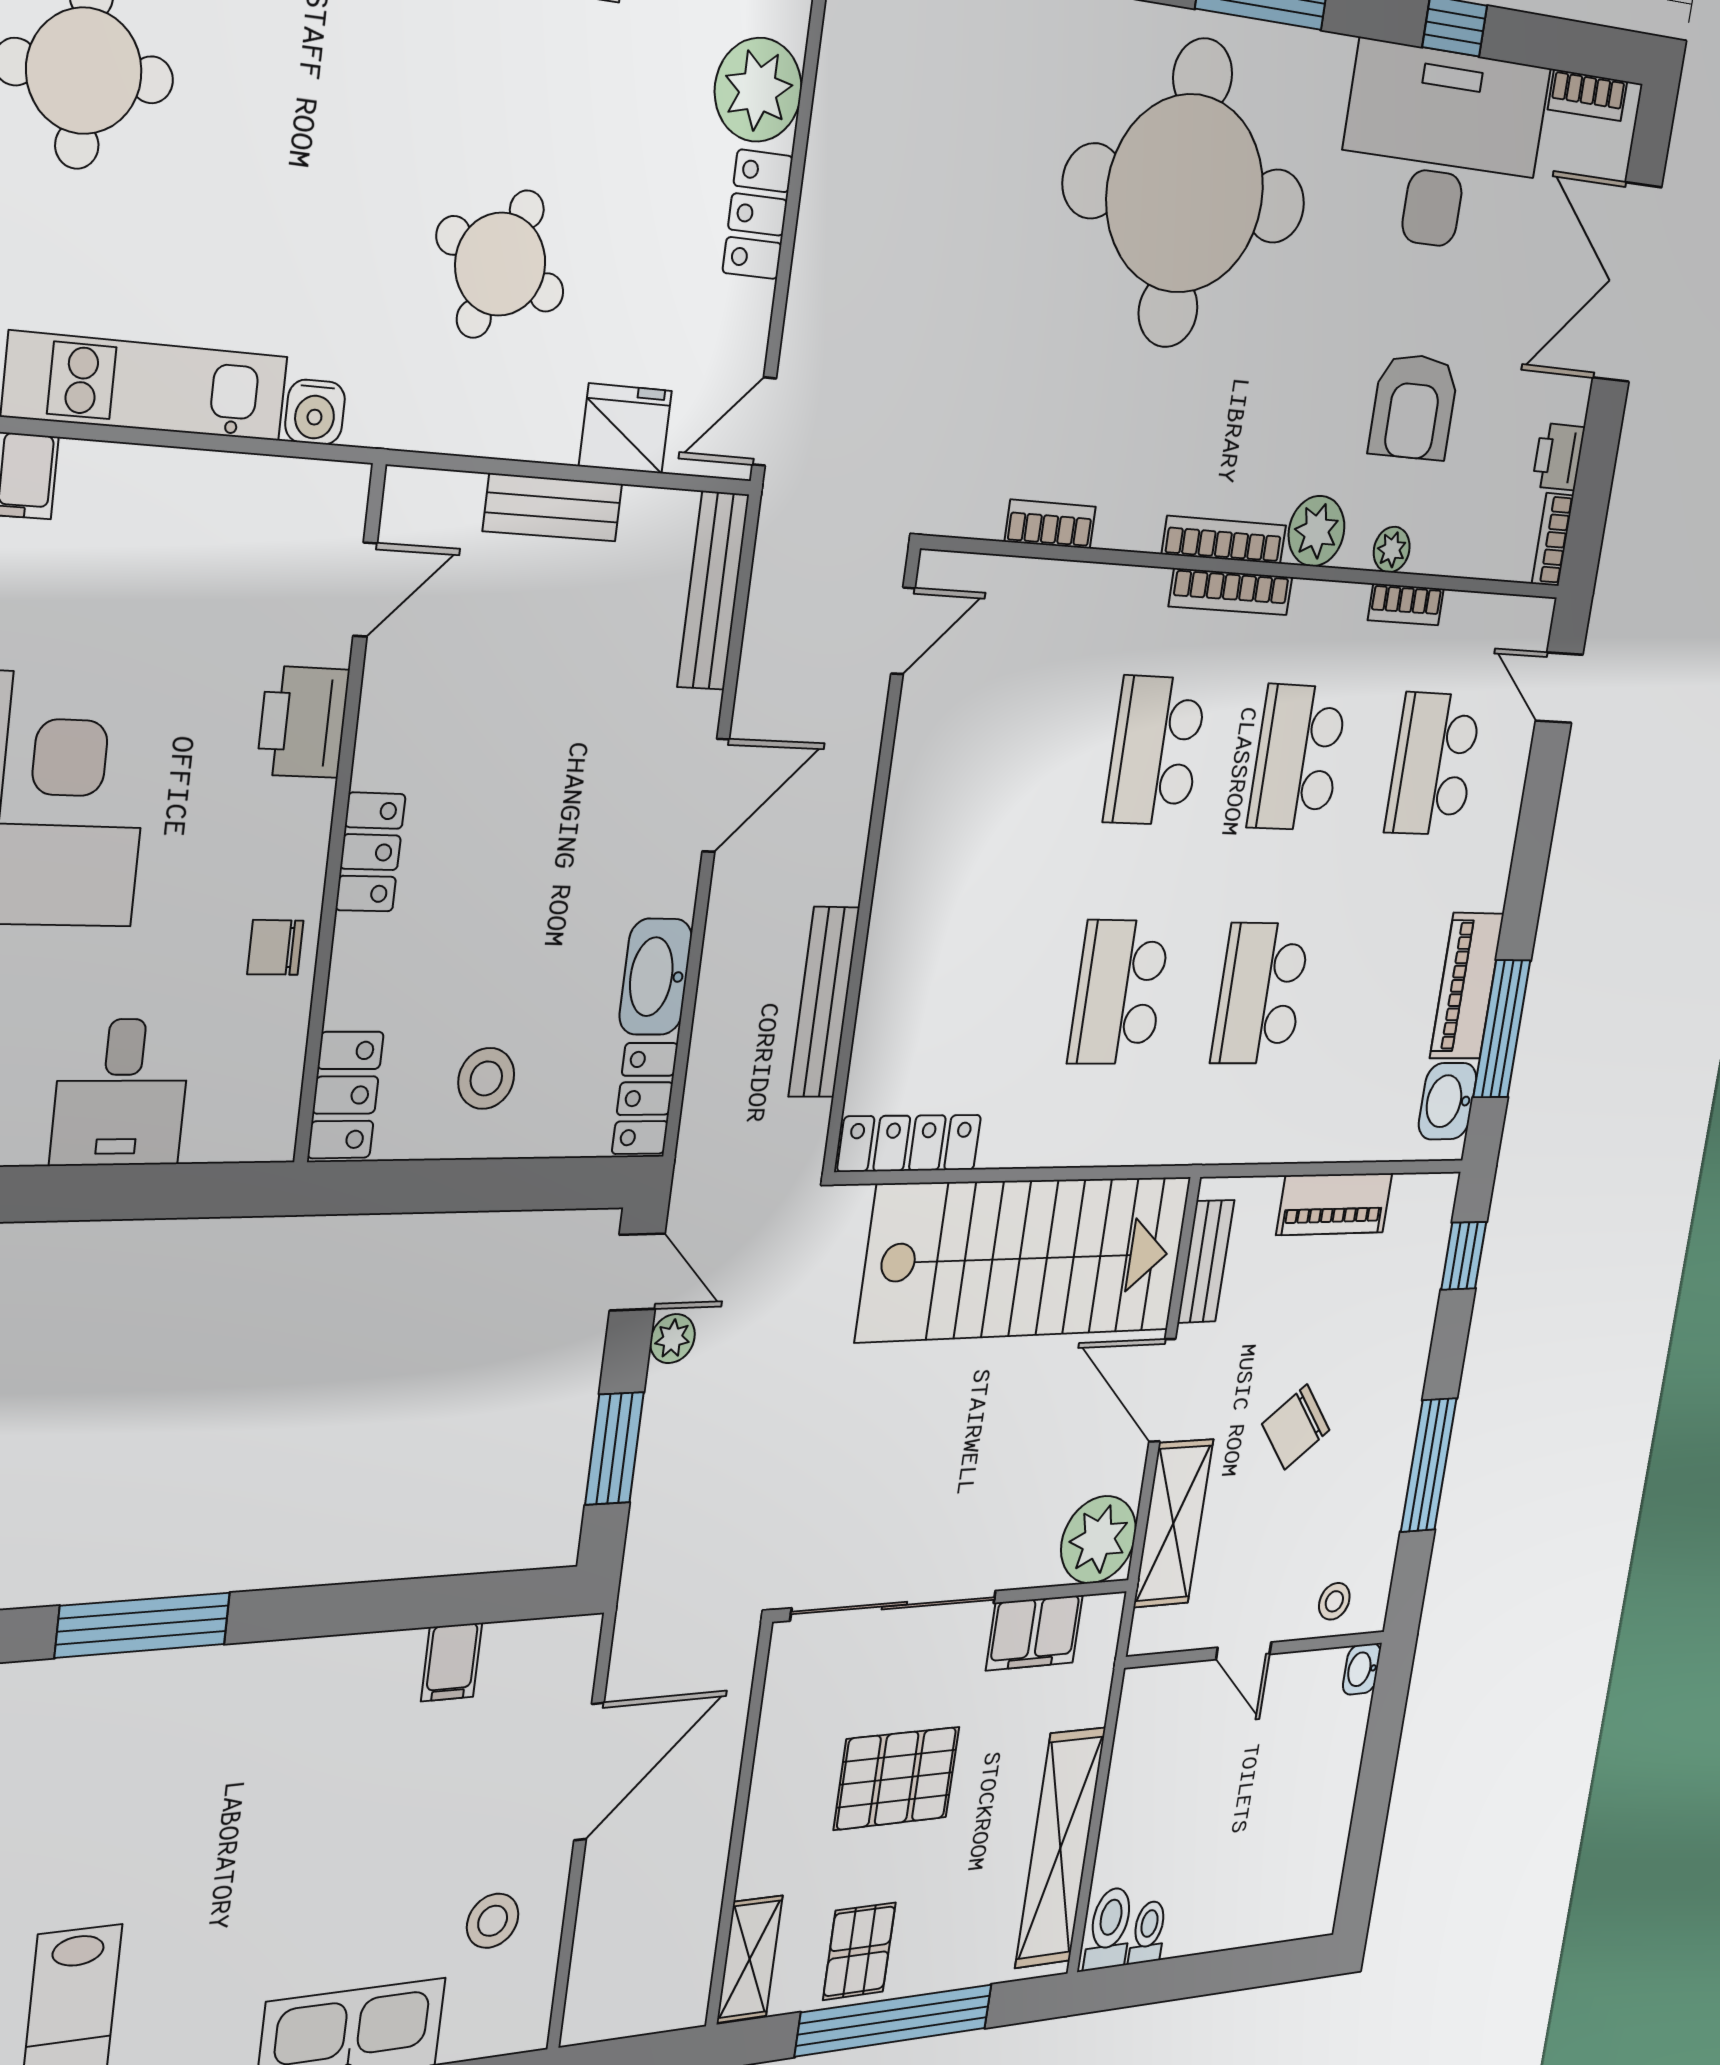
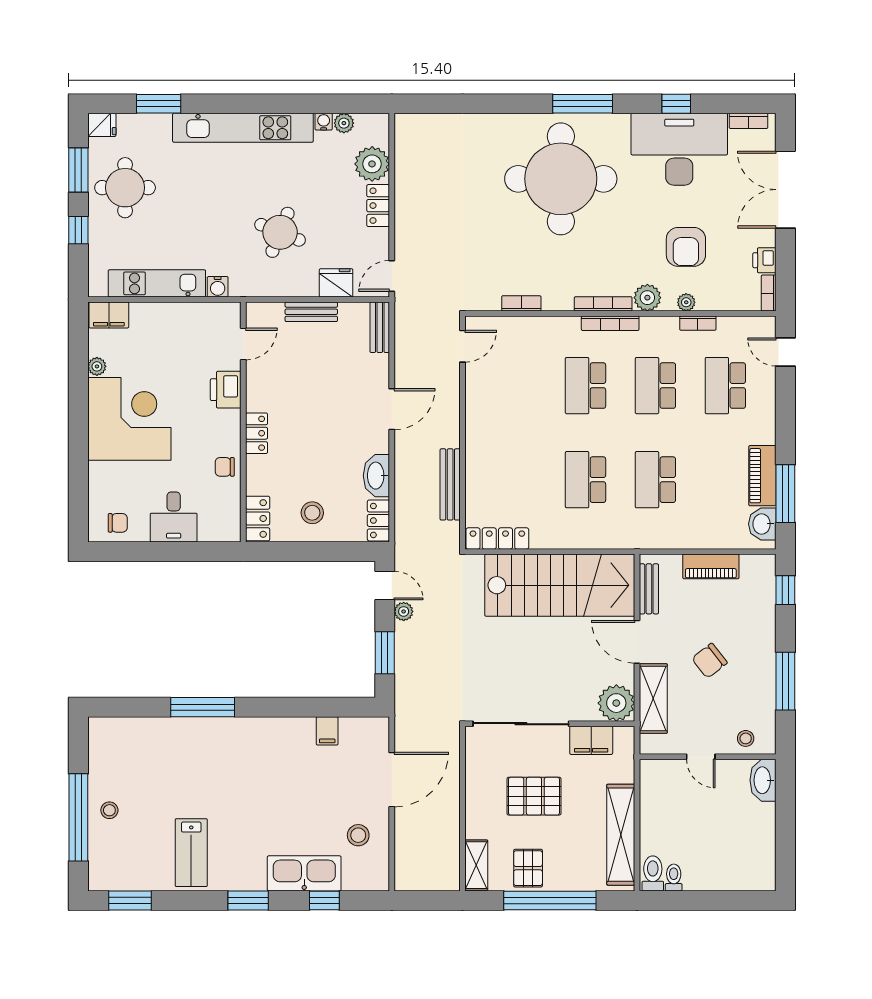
bench: (713, 591) -> (380, 327), width x0.73
washbasin: (1362, 1669) -> (763, 780), width x1.91, depth x1.45

